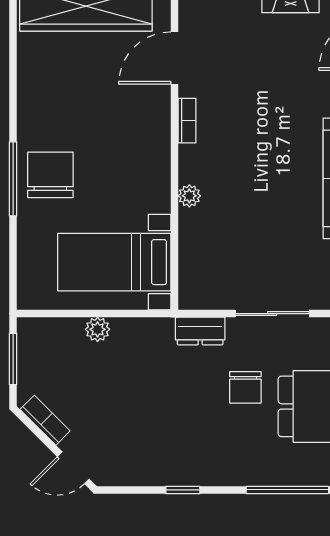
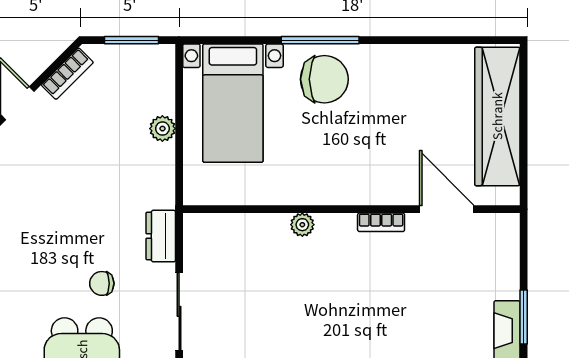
bed with nightstands: (114, 262) -> (233, 103), moved, turned 180
chair: (245, 387) -> (102, 283), width x0.73, depth x0.73

